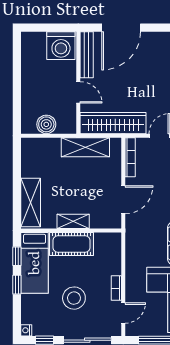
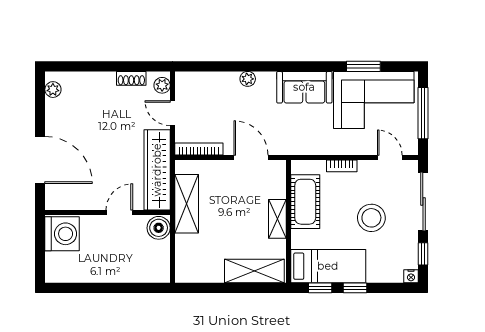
bench: (87, 55) -> (73, 202), removed
boiler: (46, 124) -> (159, 228), moved
cot: (71, 244) -> (305, 202), moved
bookcase: (116, 288) -> (342, 166), moved

